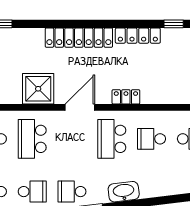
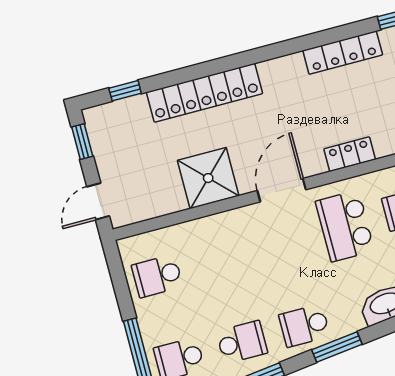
locker: (79, 38) -> (204, 93), moved
school desk: (32, 139) -> (220, 259), removed

